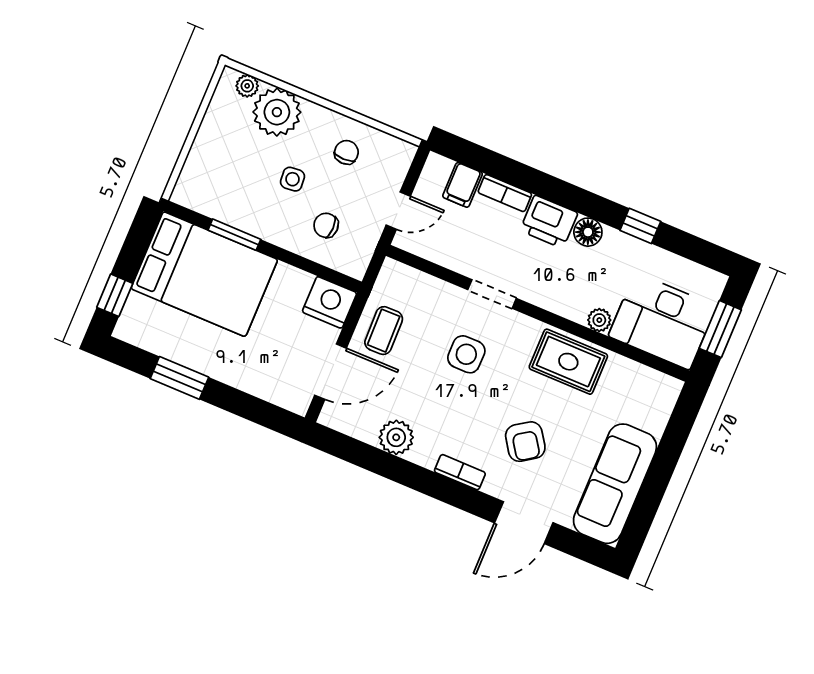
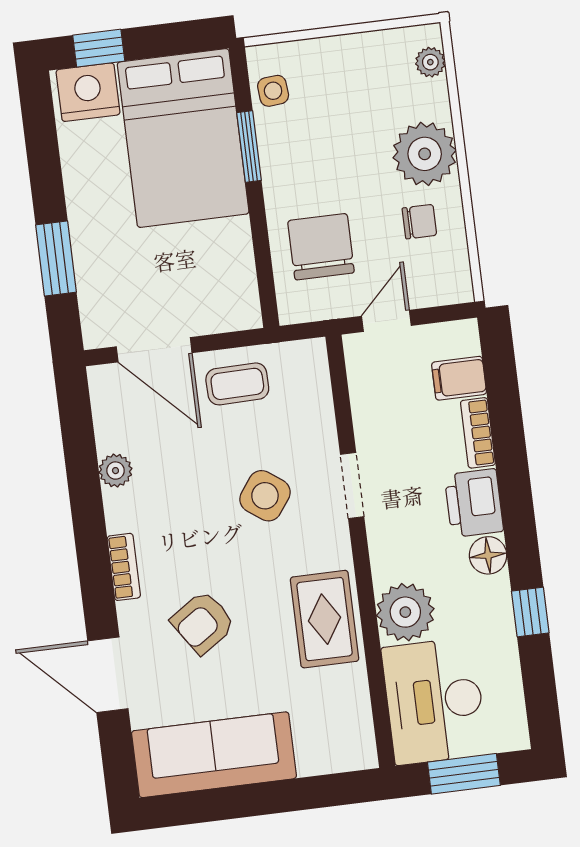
plant: (277, 112) -> (425, 154), moved
side table: (292, 179) -> (273, 91), moved
door: (398, 211) -> (386, 321), swing flipped
chair: (326, 225) -> (321, 247), width x1.87, depth x1.87
nightstand: (329, 302) -> (88, 92), moved, turned -90
plant: (599, 320) -> (405, 612), width x1.87, depth x1.87
side table: (466, 354) -> (265, 496), turned 36
window: (179, 378) -> (56, 259), moved
plant: (396, 437) -> (115, 471), width x0.73, depth x0.73

